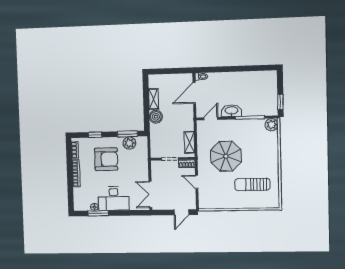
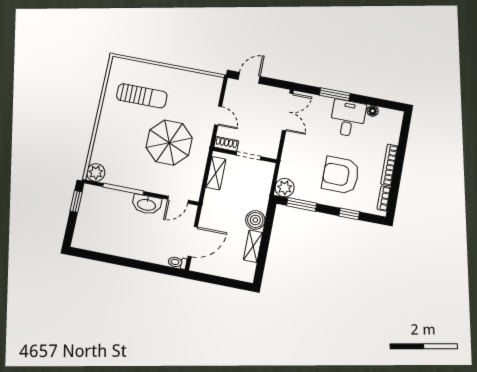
plant: (129, 143) -> (285, 188), moved
desk: (114, 198) -> (348, 118), width x0.73
window: (98, 213) -> (335, 94), moved

